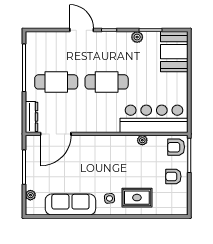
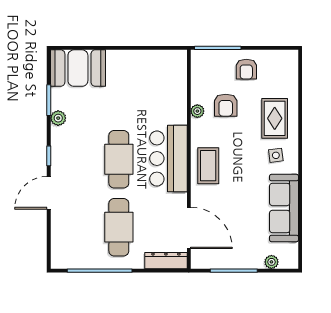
bar counter: (154, 119) -> (168, 159), moved, width x0.73
armchair: (176, 147) -> (226, 105), moved
coffee table: (102, 148) -> (208, 166), added

